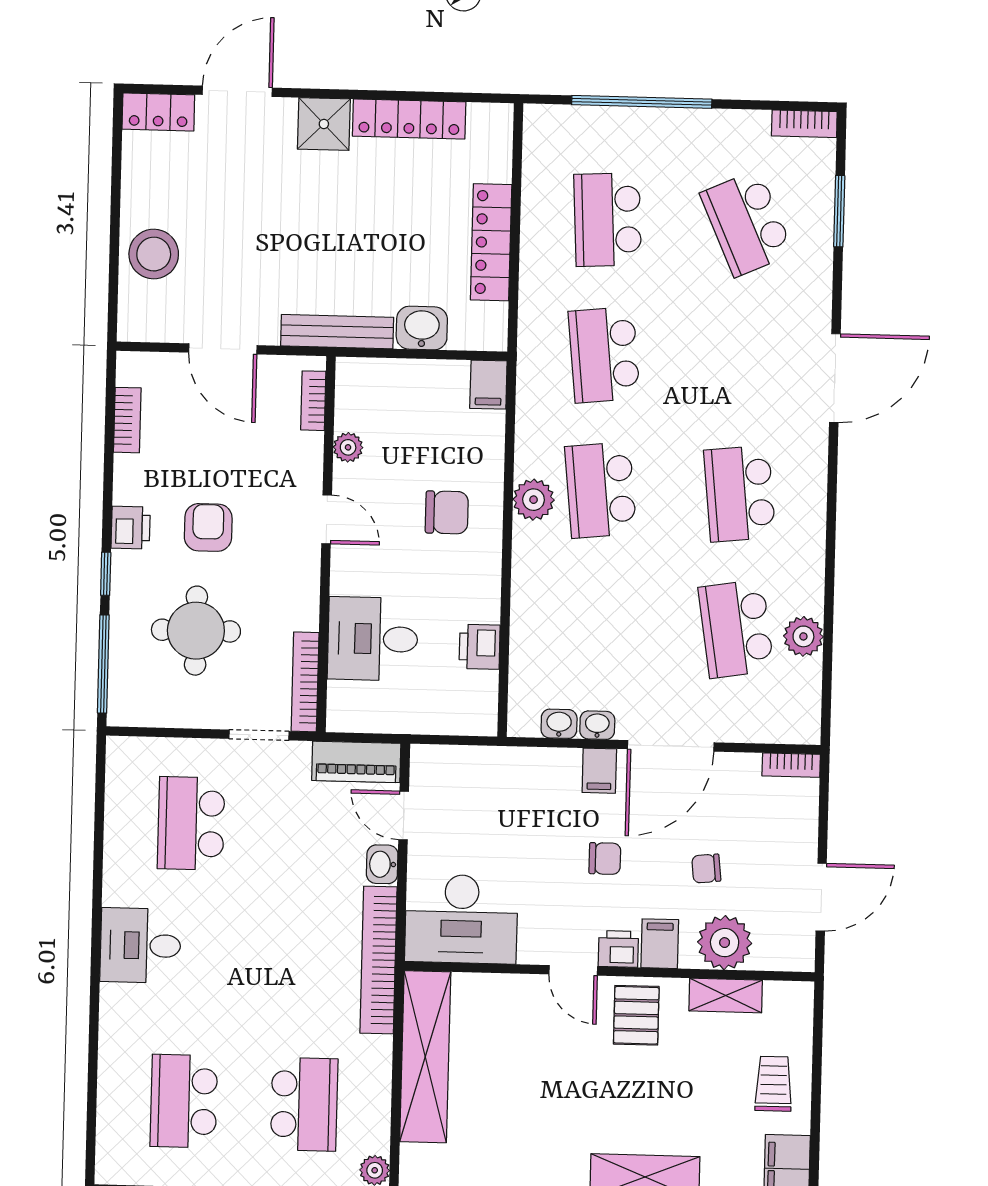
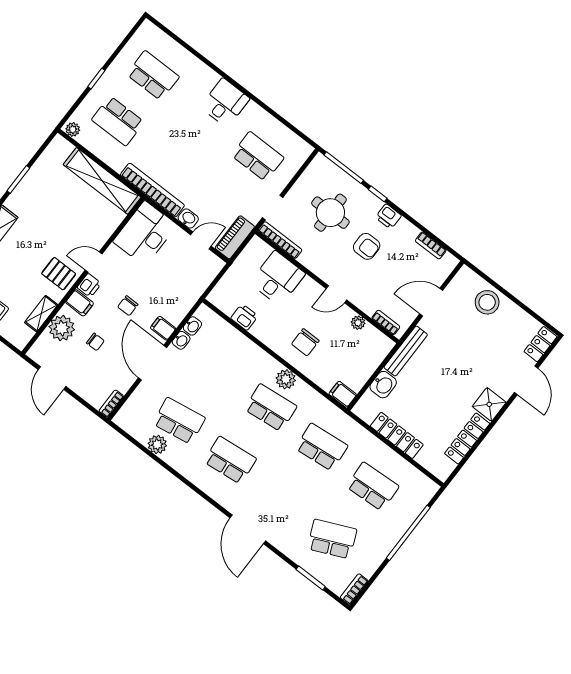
chair: (706, 869) -> (95, 342), turned 96

